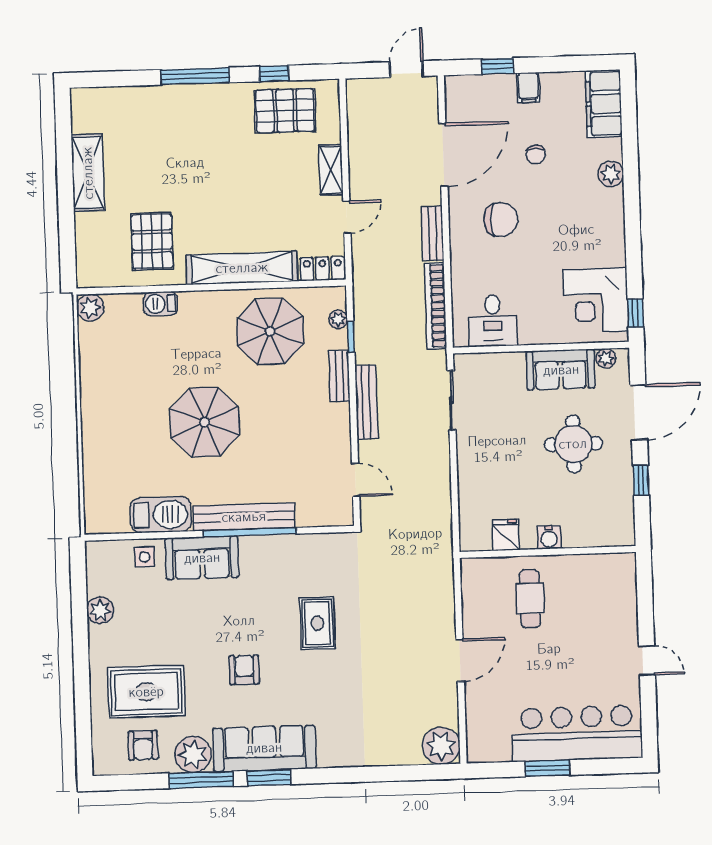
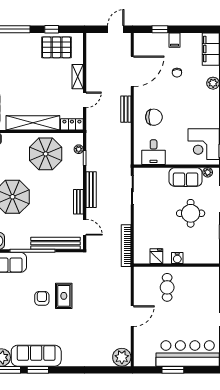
chair: (501, 220) -> (154, 117), moved
bookcase: (436, 306) -> (126, 246), moved
bench: (339, 376) -> (78, 202), moved
bench: (244, 517) -> (56, 243), moved
armchair: (244, 670) -> (42, 298), moved

